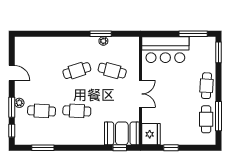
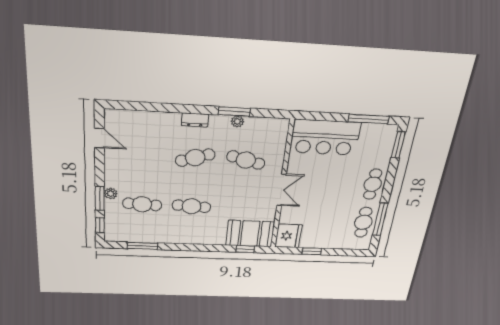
dresser: (75, 41) -> (195, 120), added
door: (12, 73) -> (99, 138), moved

